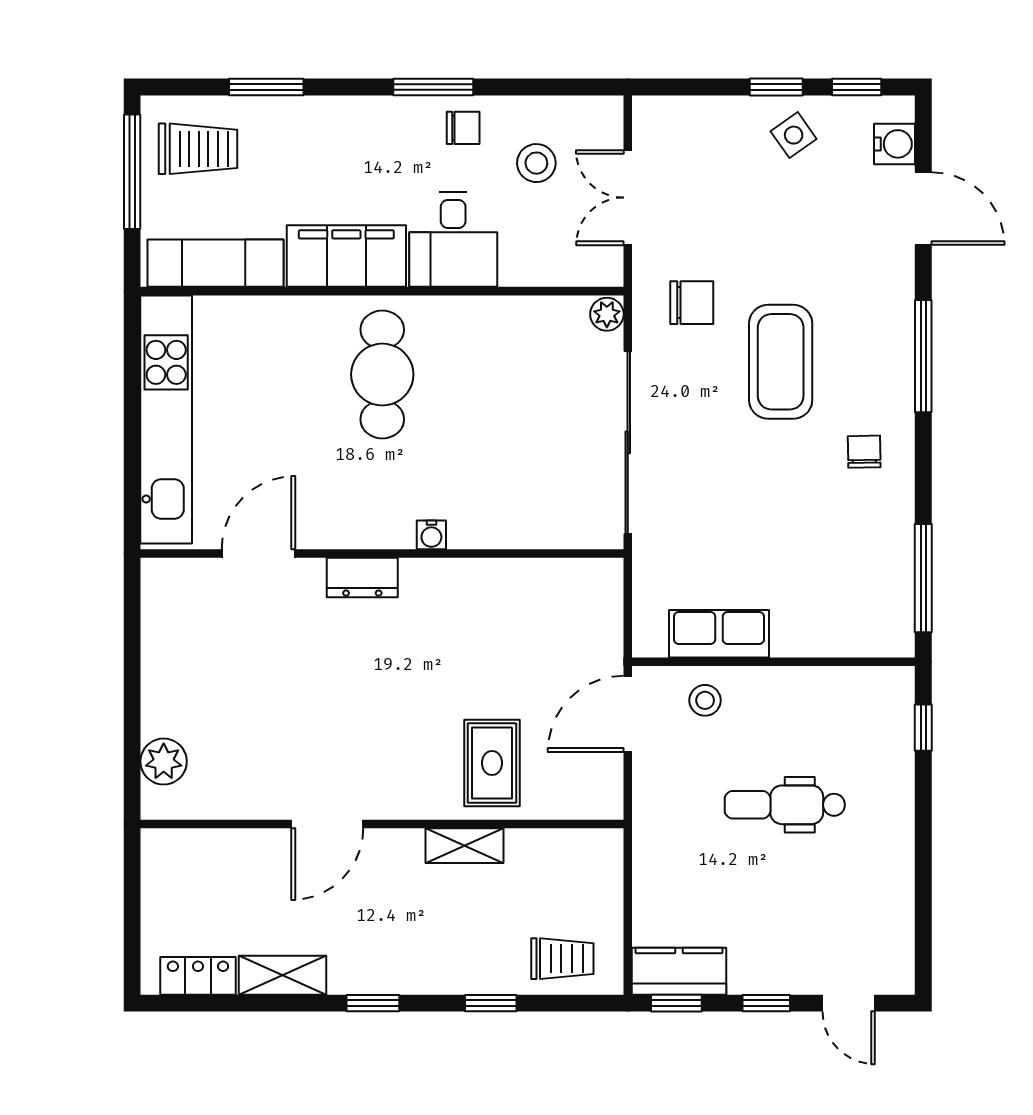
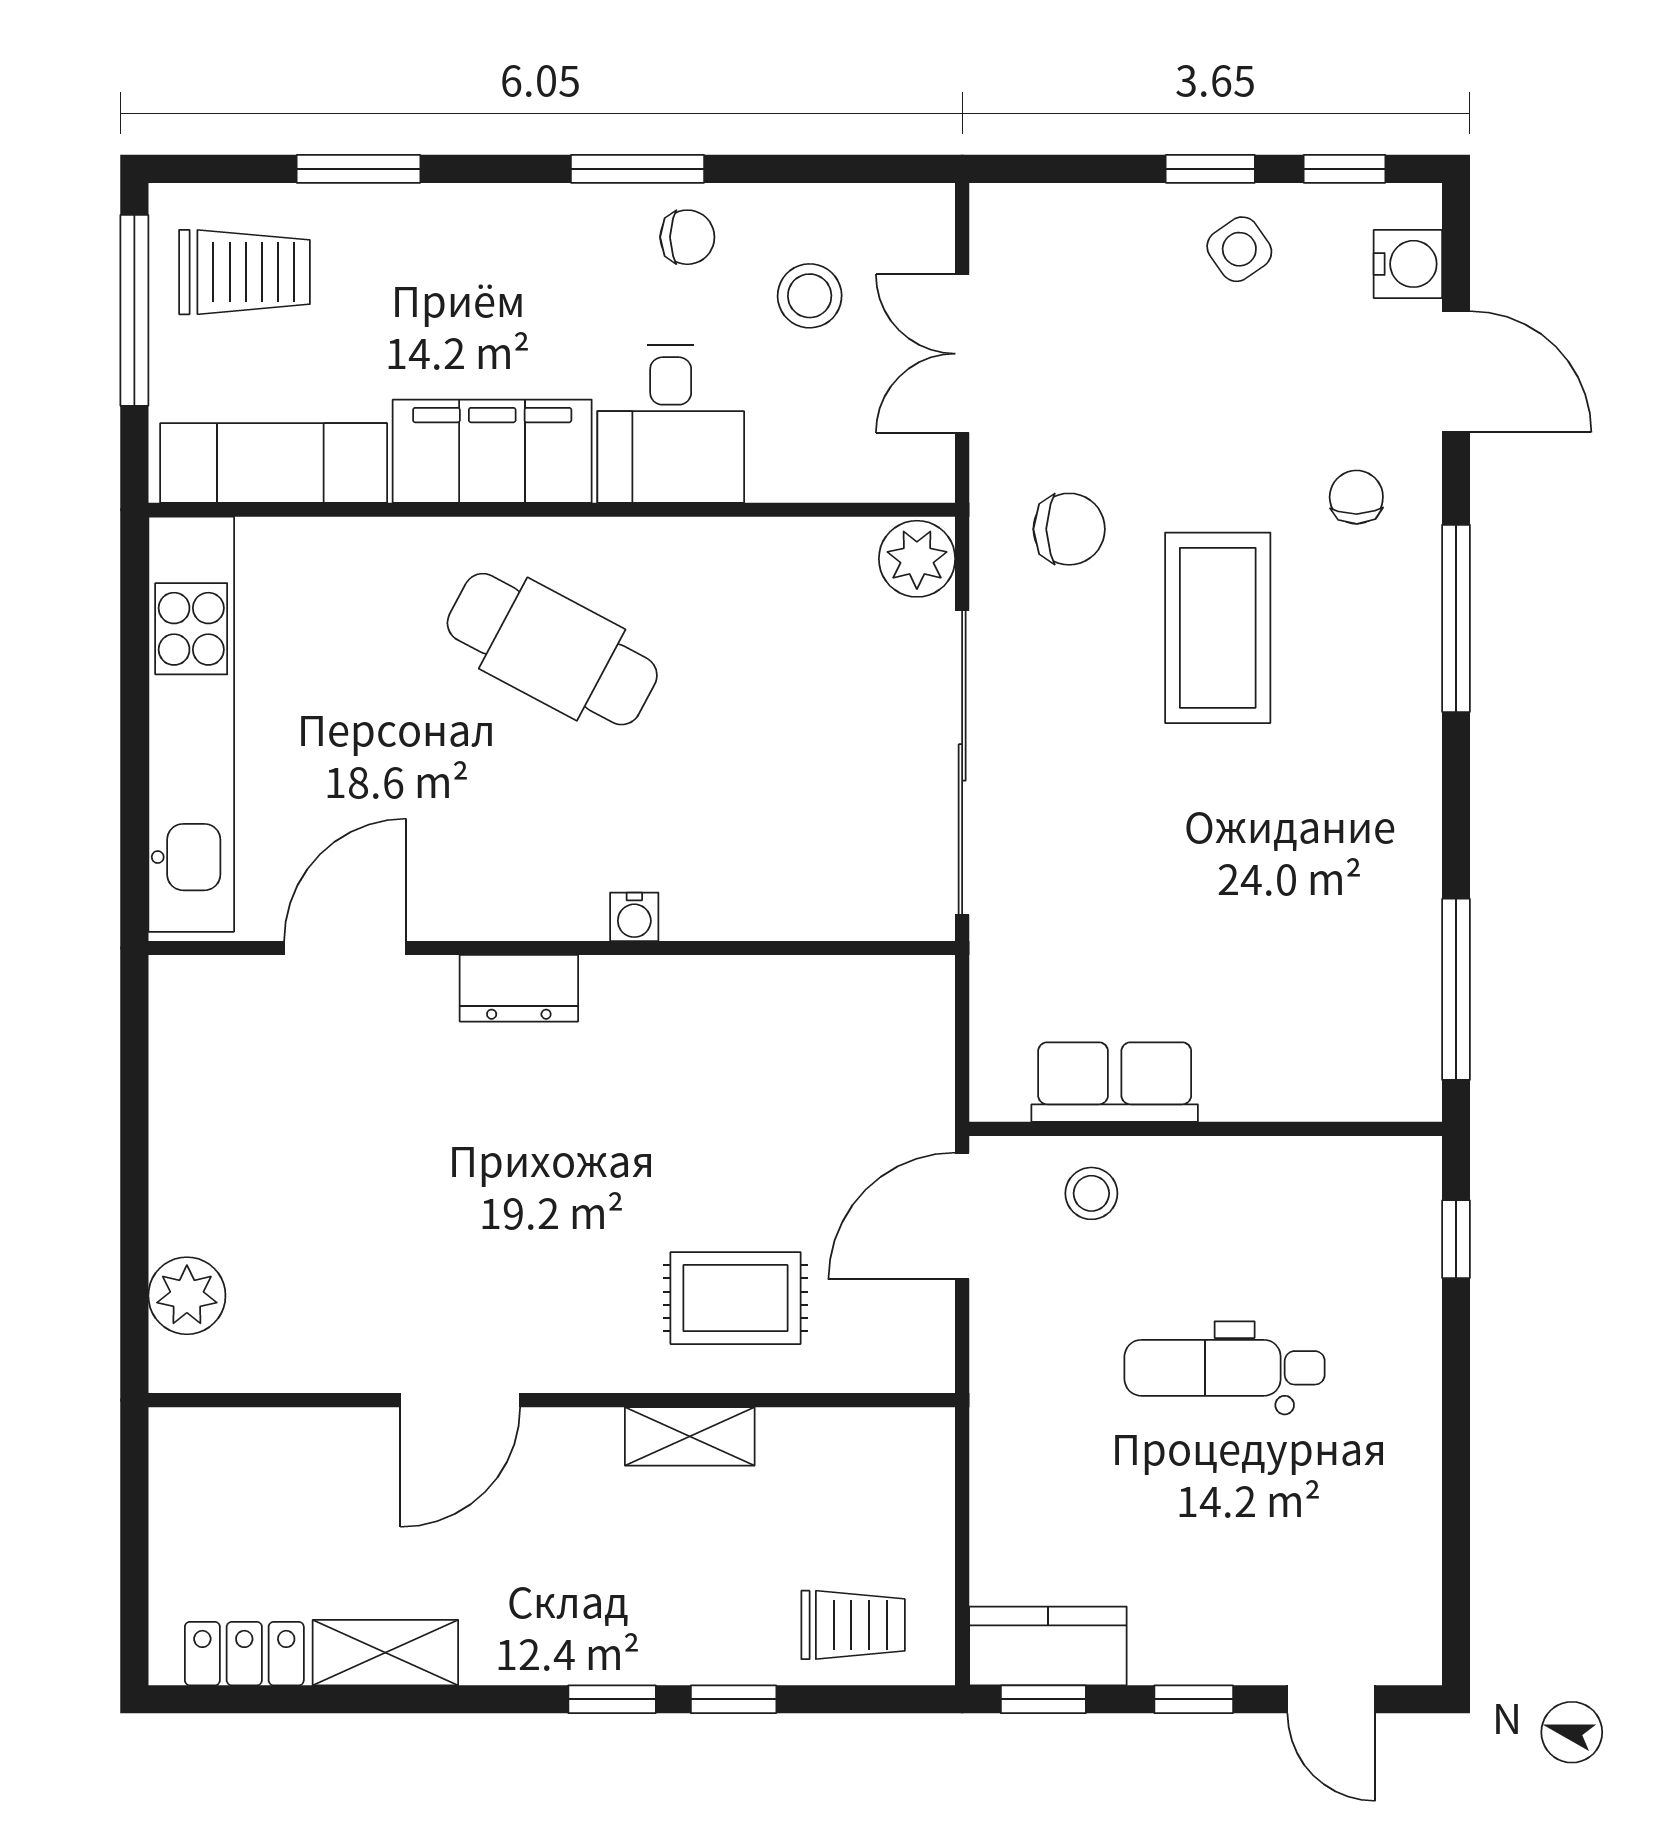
plant: (607, 314) -> (917, 559), width x1.38, depth x1.38
cafe table: (382, 375) -> (552, 649), turned -62
chair: (864, 452) -> (1356, 497), moved
rug: (492, 763) -> (735, 1298), turned 90
window: (373, 1003) -> (612, 1699), moved

